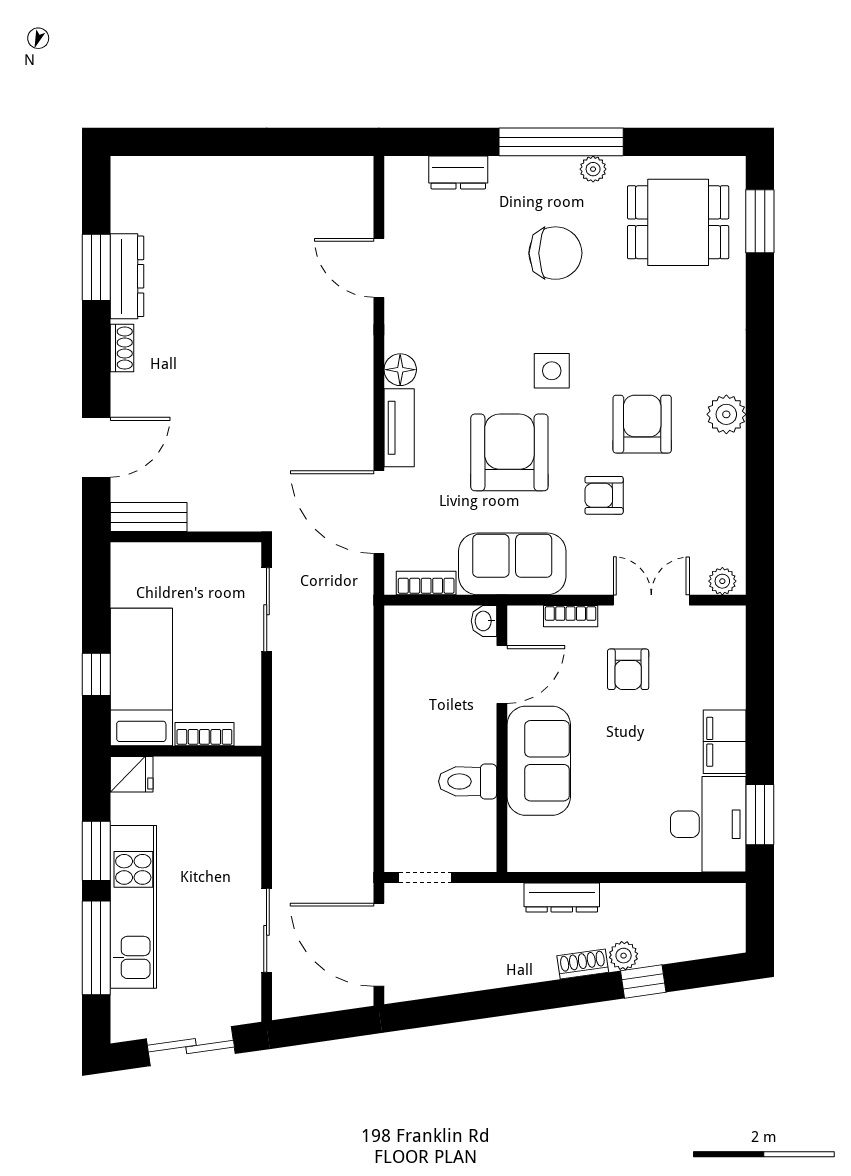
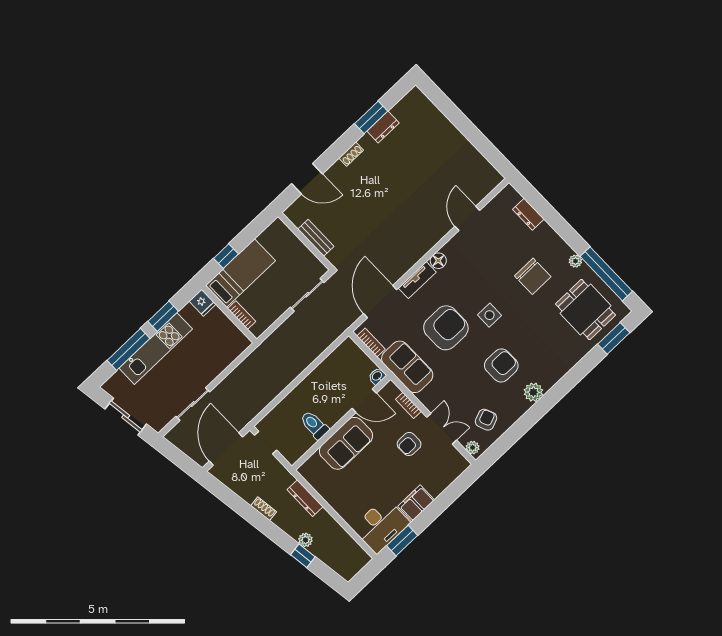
window: (561, 142) -> (606, 274), moved
dresser: (127, 276) -> (383, 127), width x0.70
armchair: (604, 495) -> (486, 420), moved, turned 68
bench: (149, 517) -> (316, 238), moved
shoe rack: (583, 964) -> (264, 509), moved

